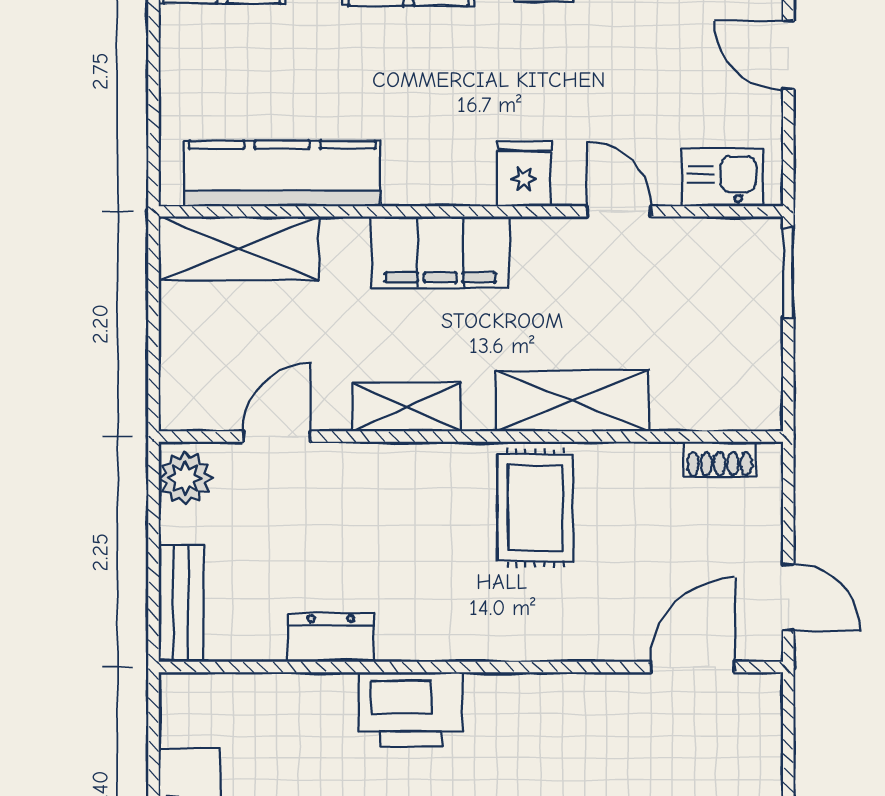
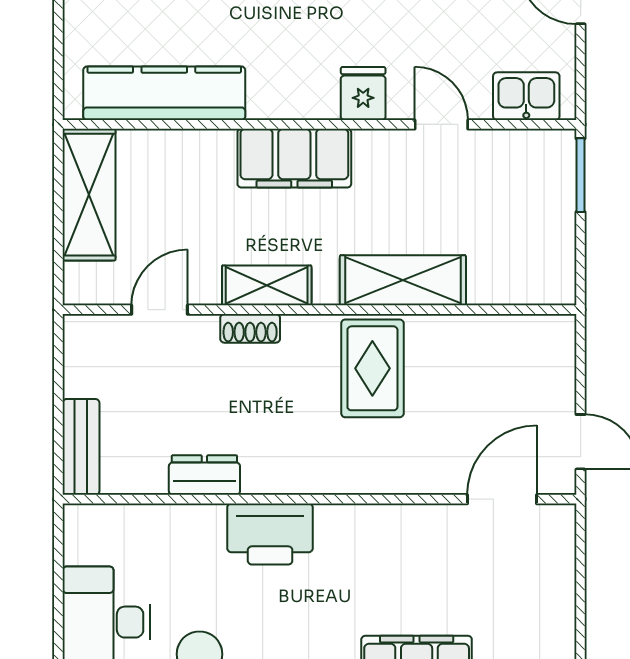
shelving: (239, 249) -> (89, 195), moved, turned 90
shoe rack: (720, 459) -> (250, 328), moved
plant: (185, 478) -> (84, 344), removed

